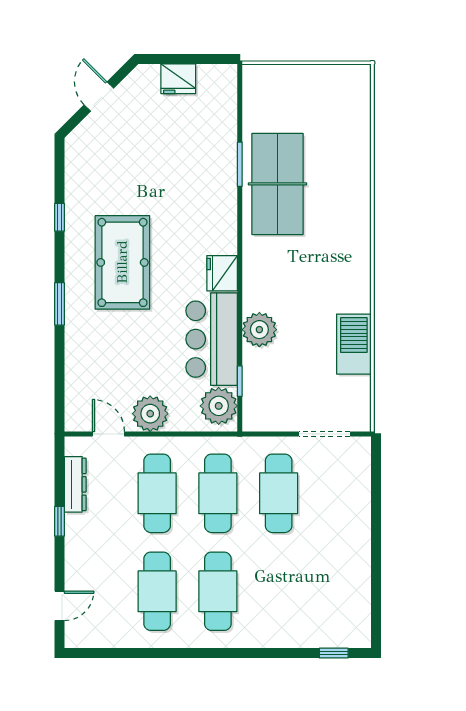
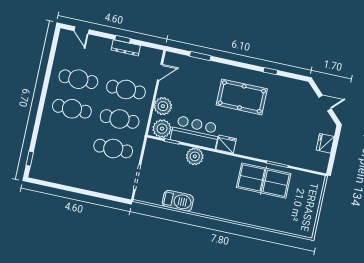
window: (60, 304) -> (200, 56), moved
plant: (150, 414) -> (163, 106), moved
dresser: (75, 484) -> (126, 48), moved

